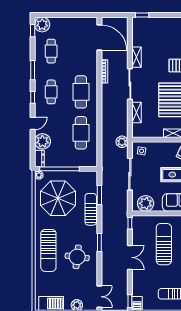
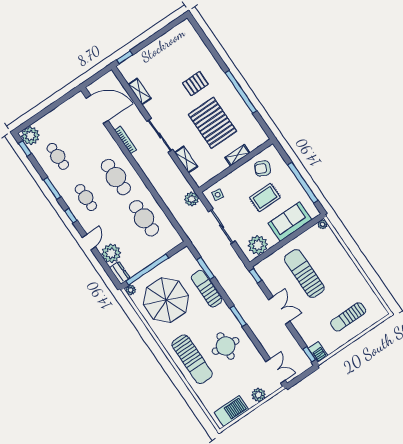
shelving: (136, 57) -> (140, 91), moved

